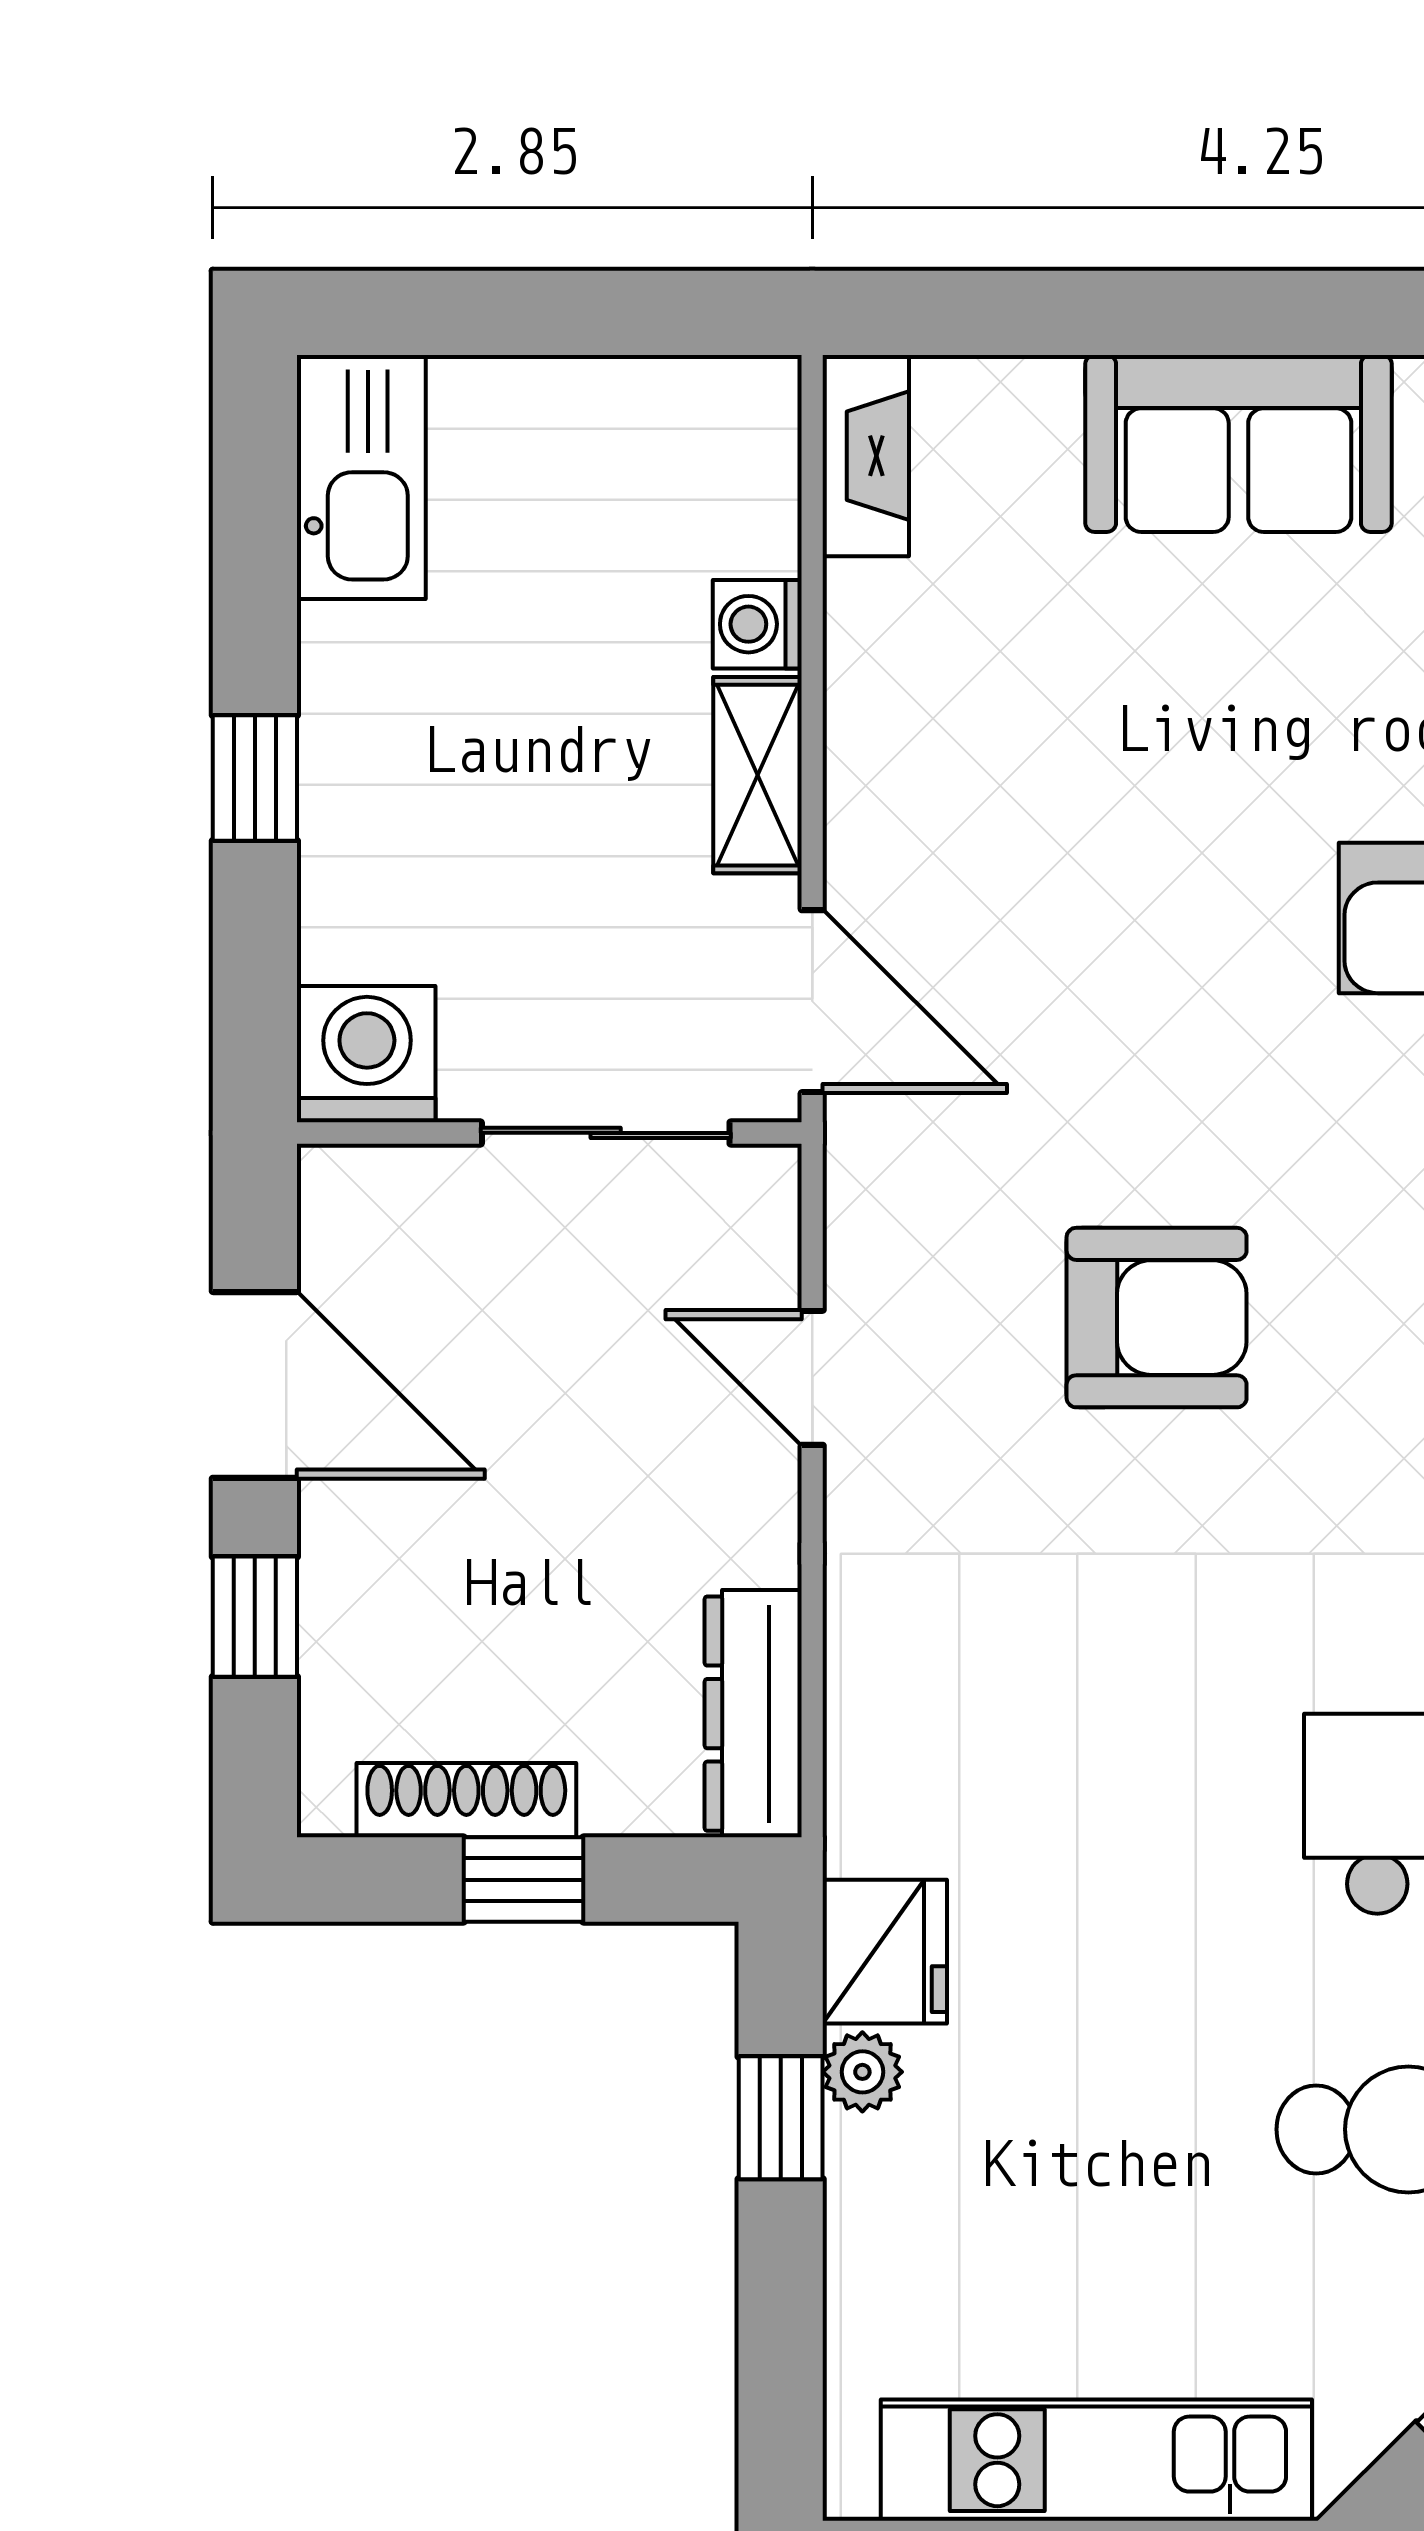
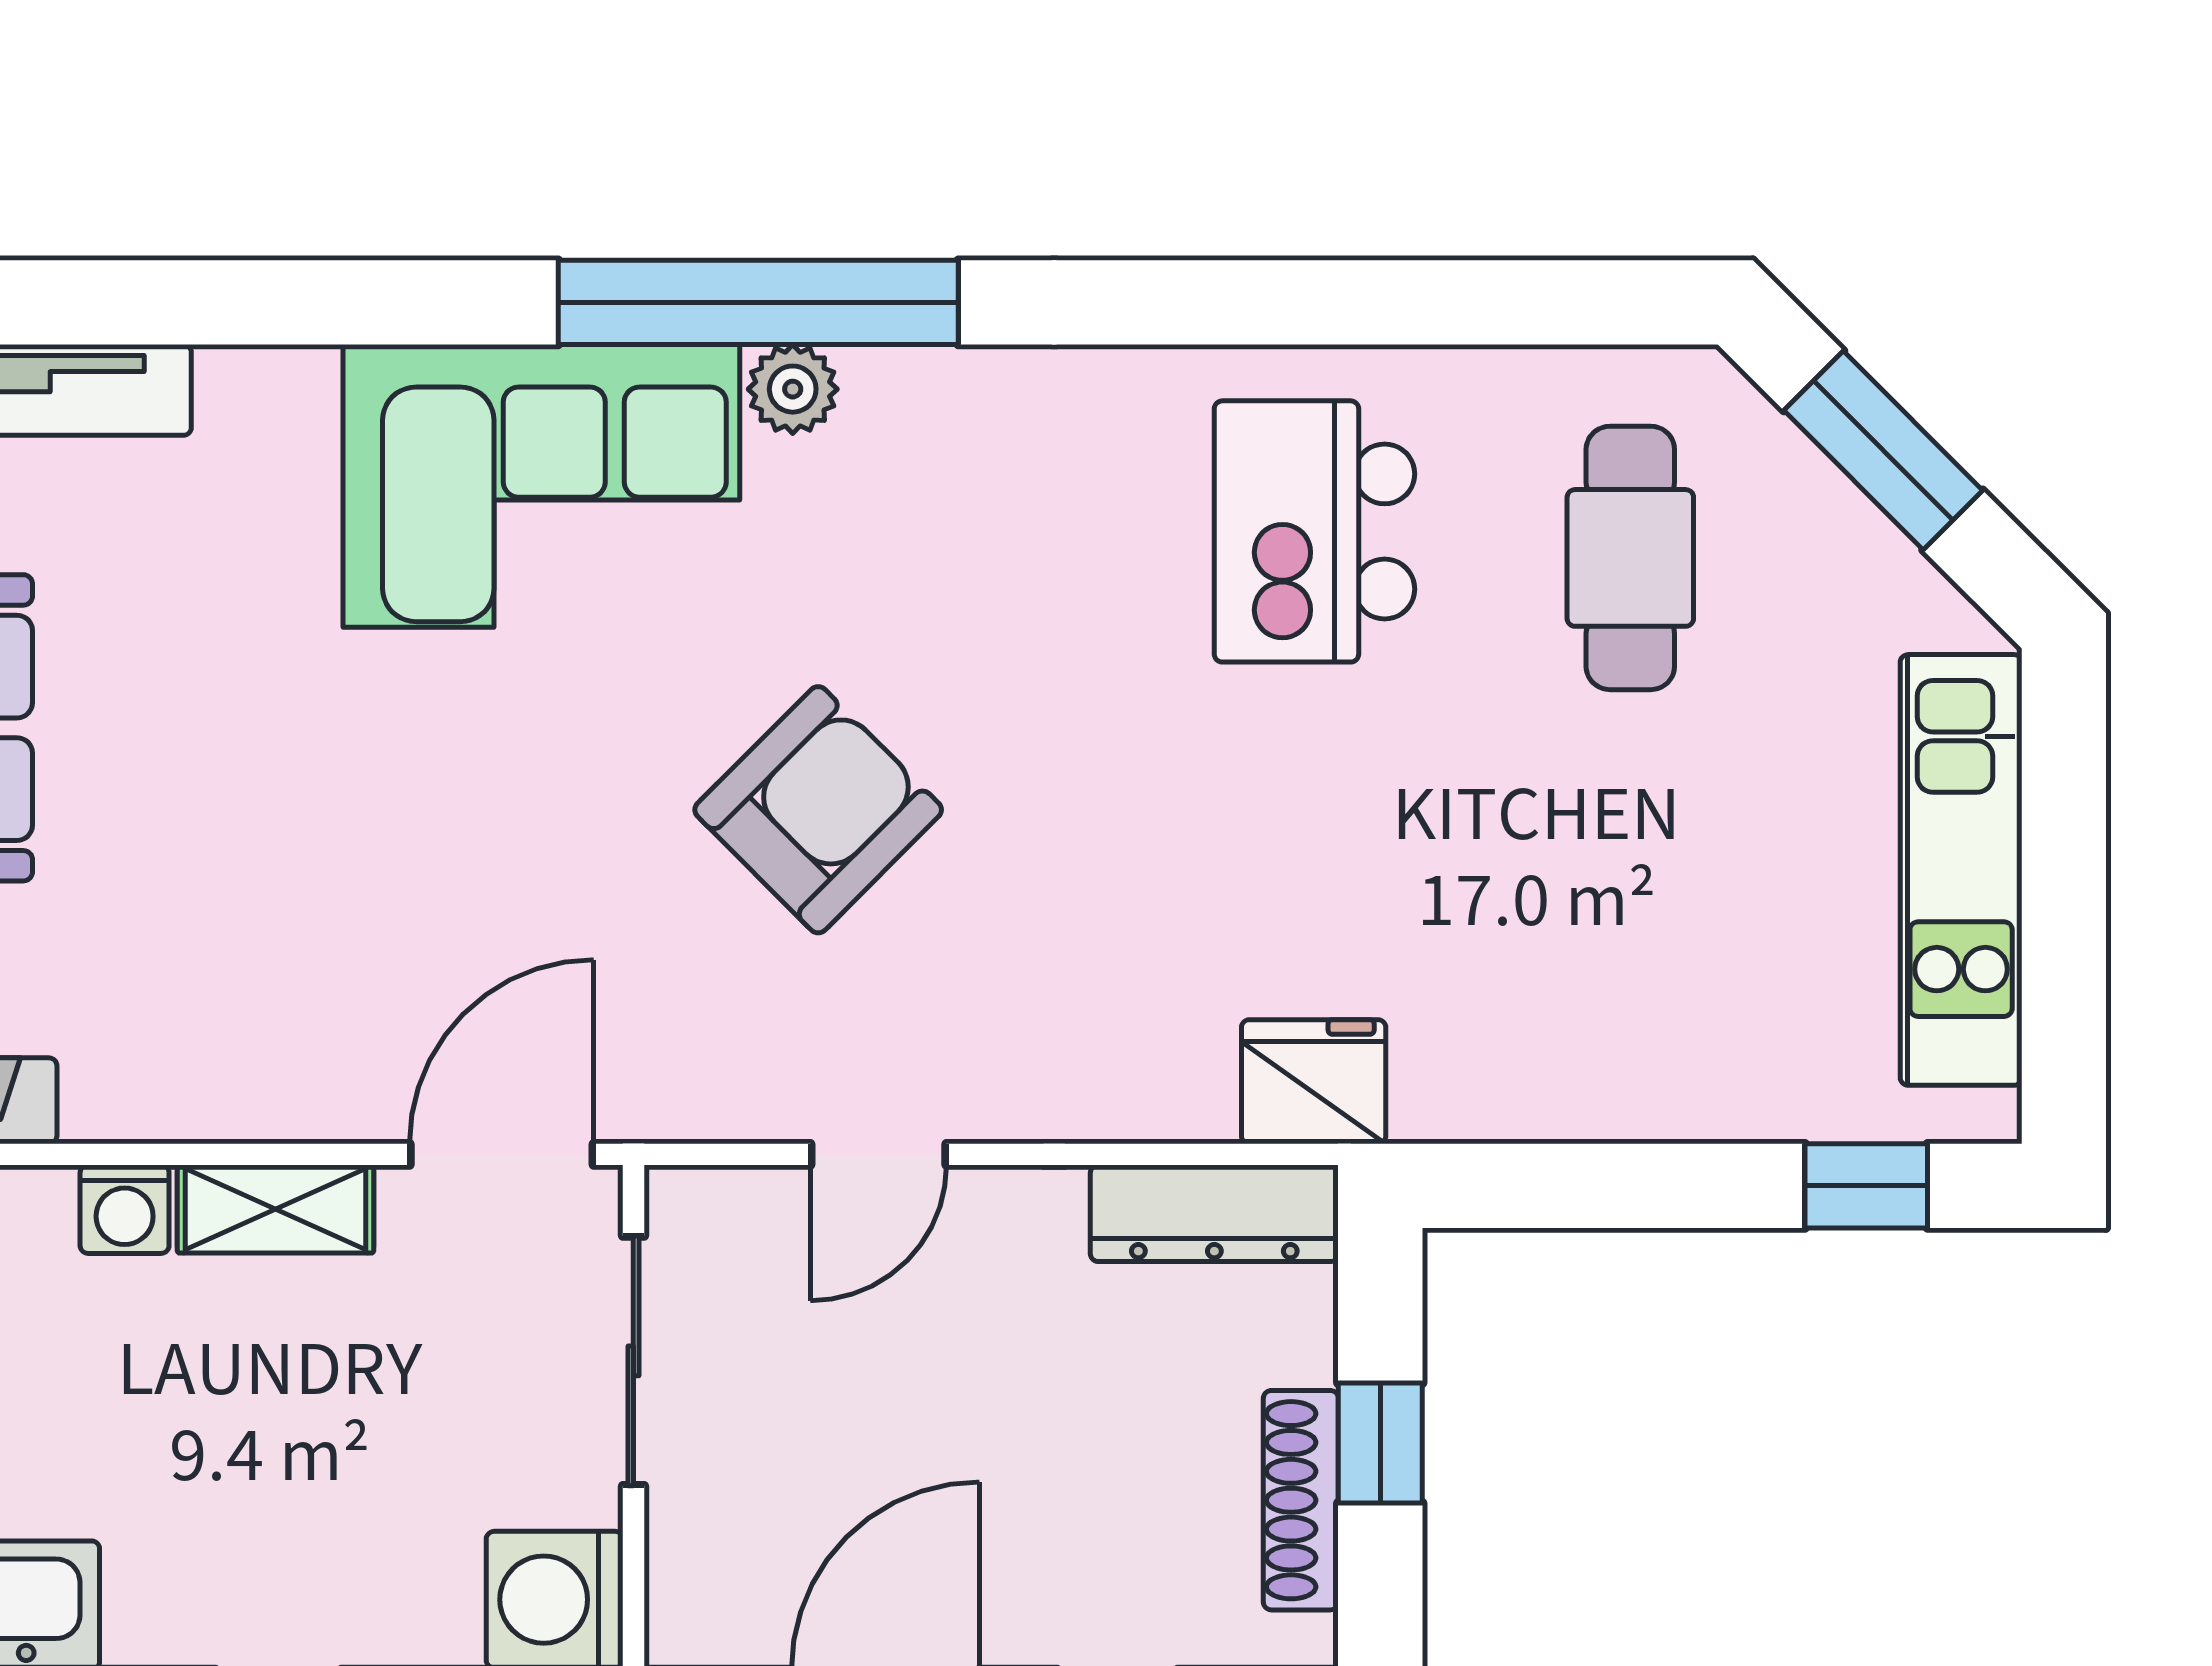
armchair: (1157, 1318) -> (818, 810), turned 45
fridge: (885, 1952) -> (1314, 1082), moved
plant: (862, 2072) -> (1573, 1104), removed
window: (781, 2118) -> (1866, 1186), moved

